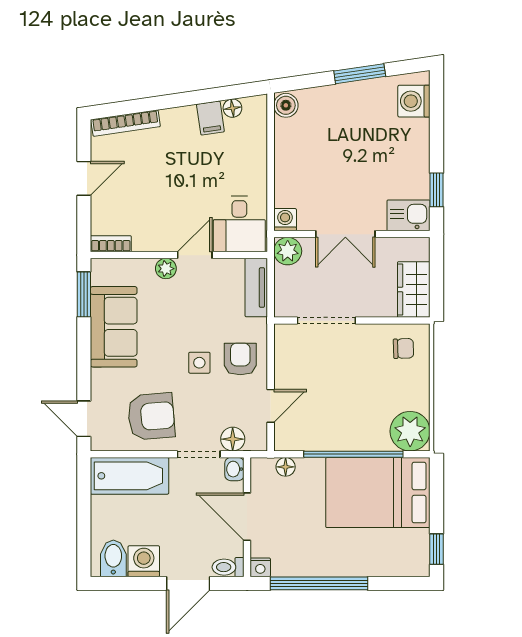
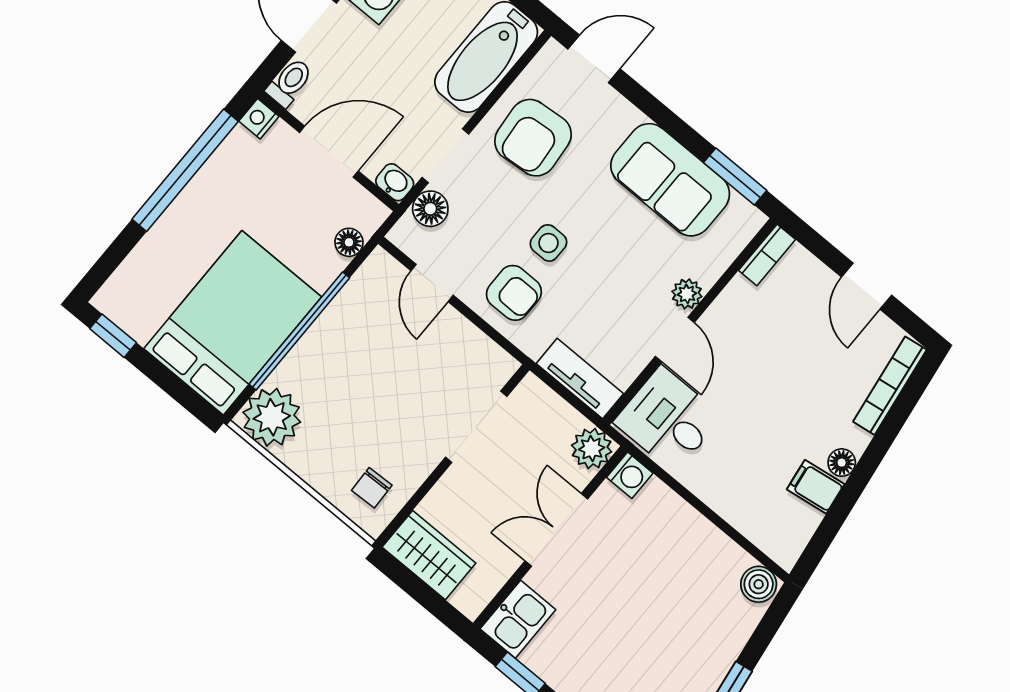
floor lamp: (232, 108) -> (842, 463), moved

